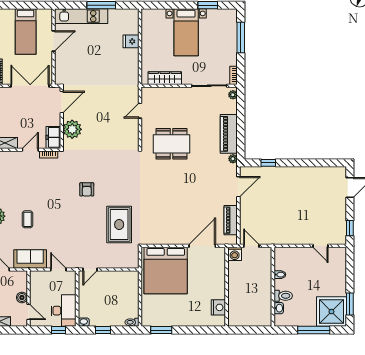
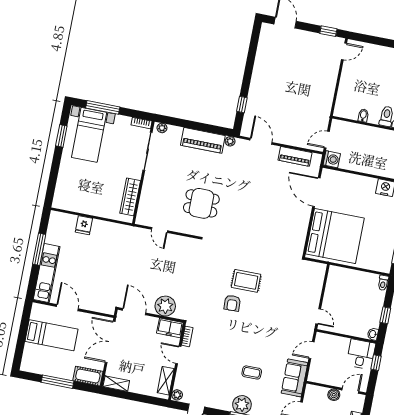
bed with nightstands: (186, 32) -> (89, 135), moved, turned 90
dining table: (172, 144) -> (201, 203), width x0.73
armchair: (87, 189) -> (232, 303), turned 88
rug: (119, 224) -> (246, 281), moved, width x0.73, depth x0.70
door: (320, 246) -> (344, 51), moved
desk: (64, 311) -> (361, 354), width x0.73

